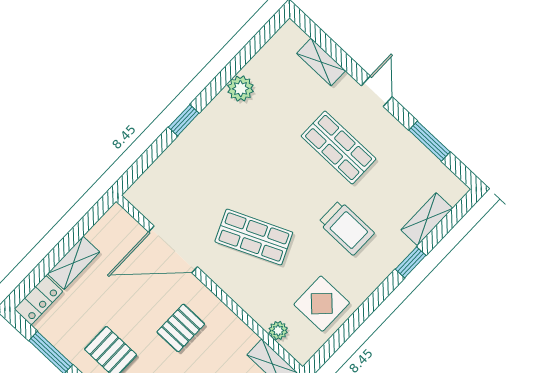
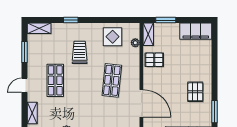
shelving: (427, 219) -> (39, 28), moved
shop shelf: (254, 237) -> (112, 80), turned 30
pallet: (181, 328) -> (154, 60), moved

